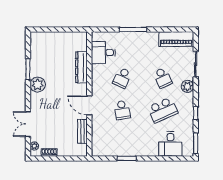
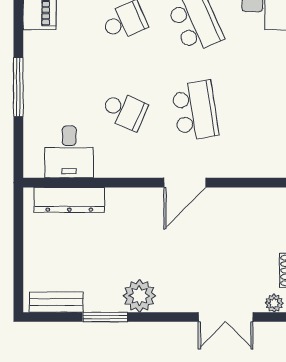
dresser: (81, 67) -> (69, 200), moved
school desk: (122, 110) -> (195, 111), width x1.85
bench: (82, 131) -> (56, 302), moved

